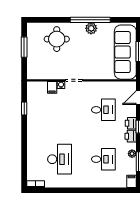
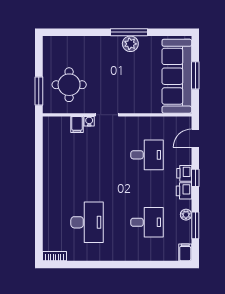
window: (90, 20) -> (129, 32), width x0.68
round table: (57, 39) -> (69, 85), moved
window: (24, 47) -> (39, 91), moved
window: (24, 109) -> (39, 153), removed

